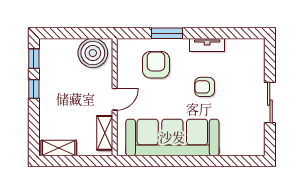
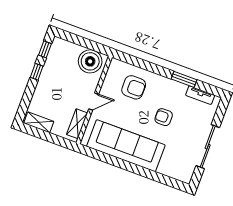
window: (167, 33) -> (184, 79), moved
tv unit: (207, 45) -> (200, 95), moved
armchair: (156, 65) -> (134, 87), turned 90
sliding door: (270, 103) -> (208, 147), width x1.37

